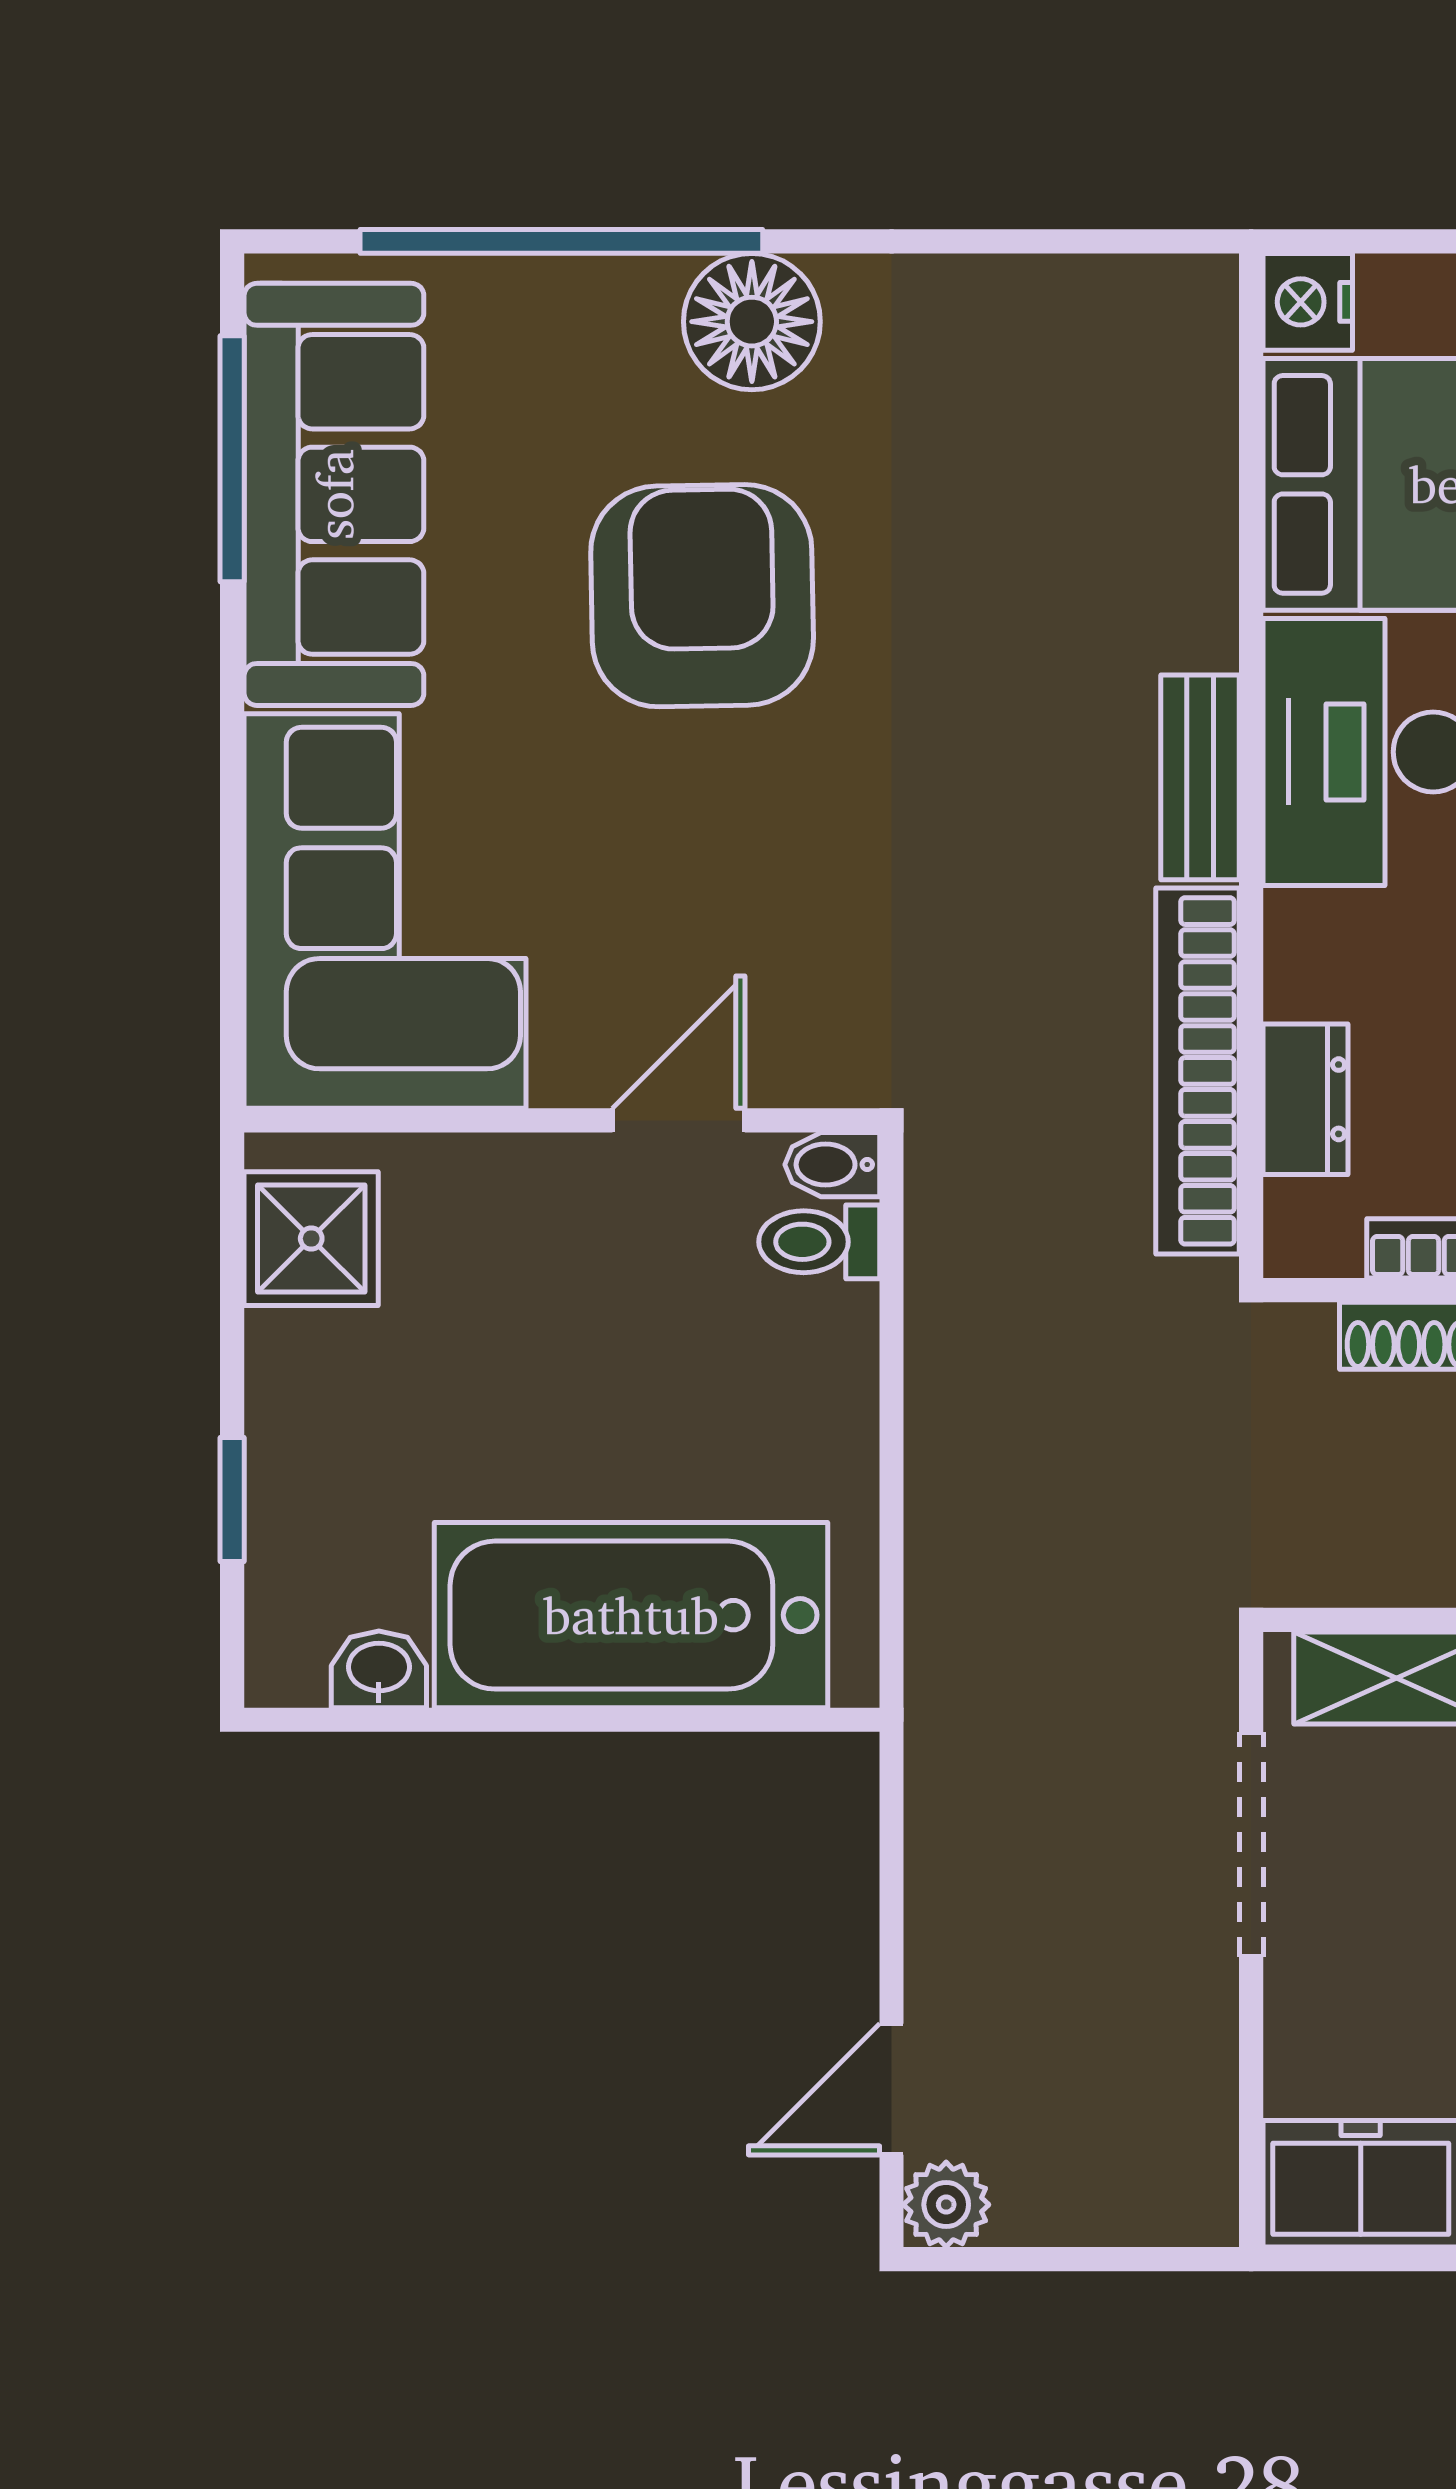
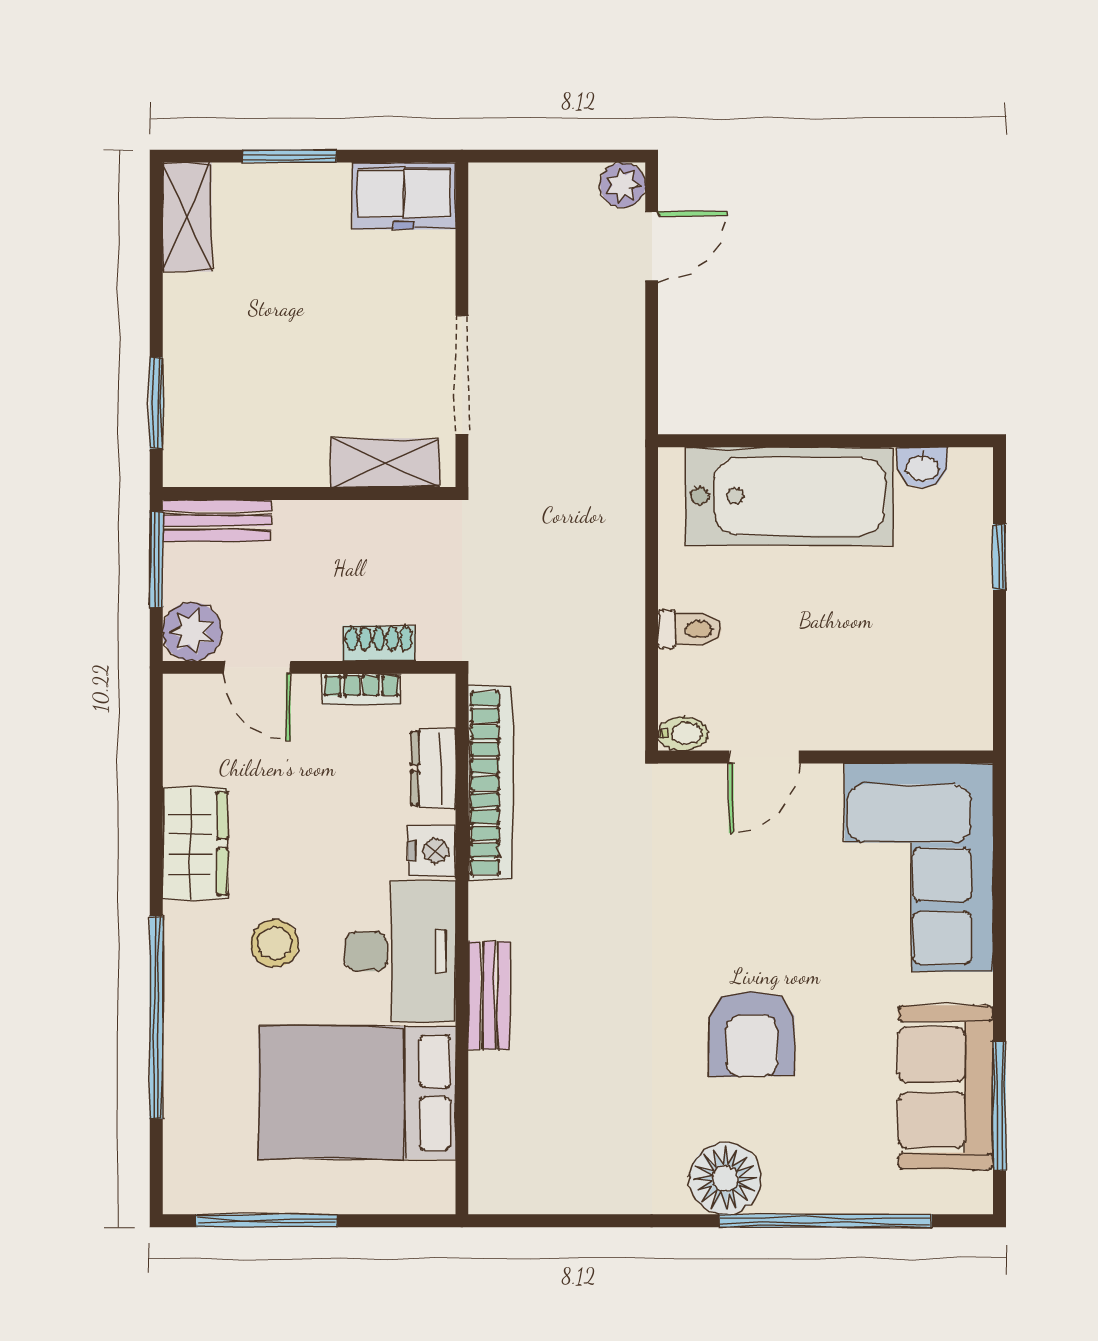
nightstand: (1308, 302) -> (432, 851), moved
sofa: (334, 494) -> (946, 1087), width x0.73
armchair: (702, 596) -> (752, 1034), width x0.73, depth x0.73
bench: (1200, 777) -> (489, 995), moved
shower: (311, 1239) -> (958, 695), removed
toilet: (819, 1242) -> (690, 629), moved

